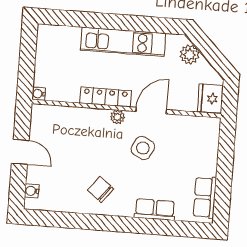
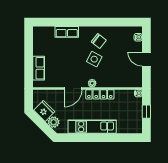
window: (27, 61) -> (146, 112), added
fridge: (210, 99) -> (44, 111), moved, turned -45
side table: (143, 148) -> (94, 59), moved
row of seats: (205, 197) -> (39, 68), moved

